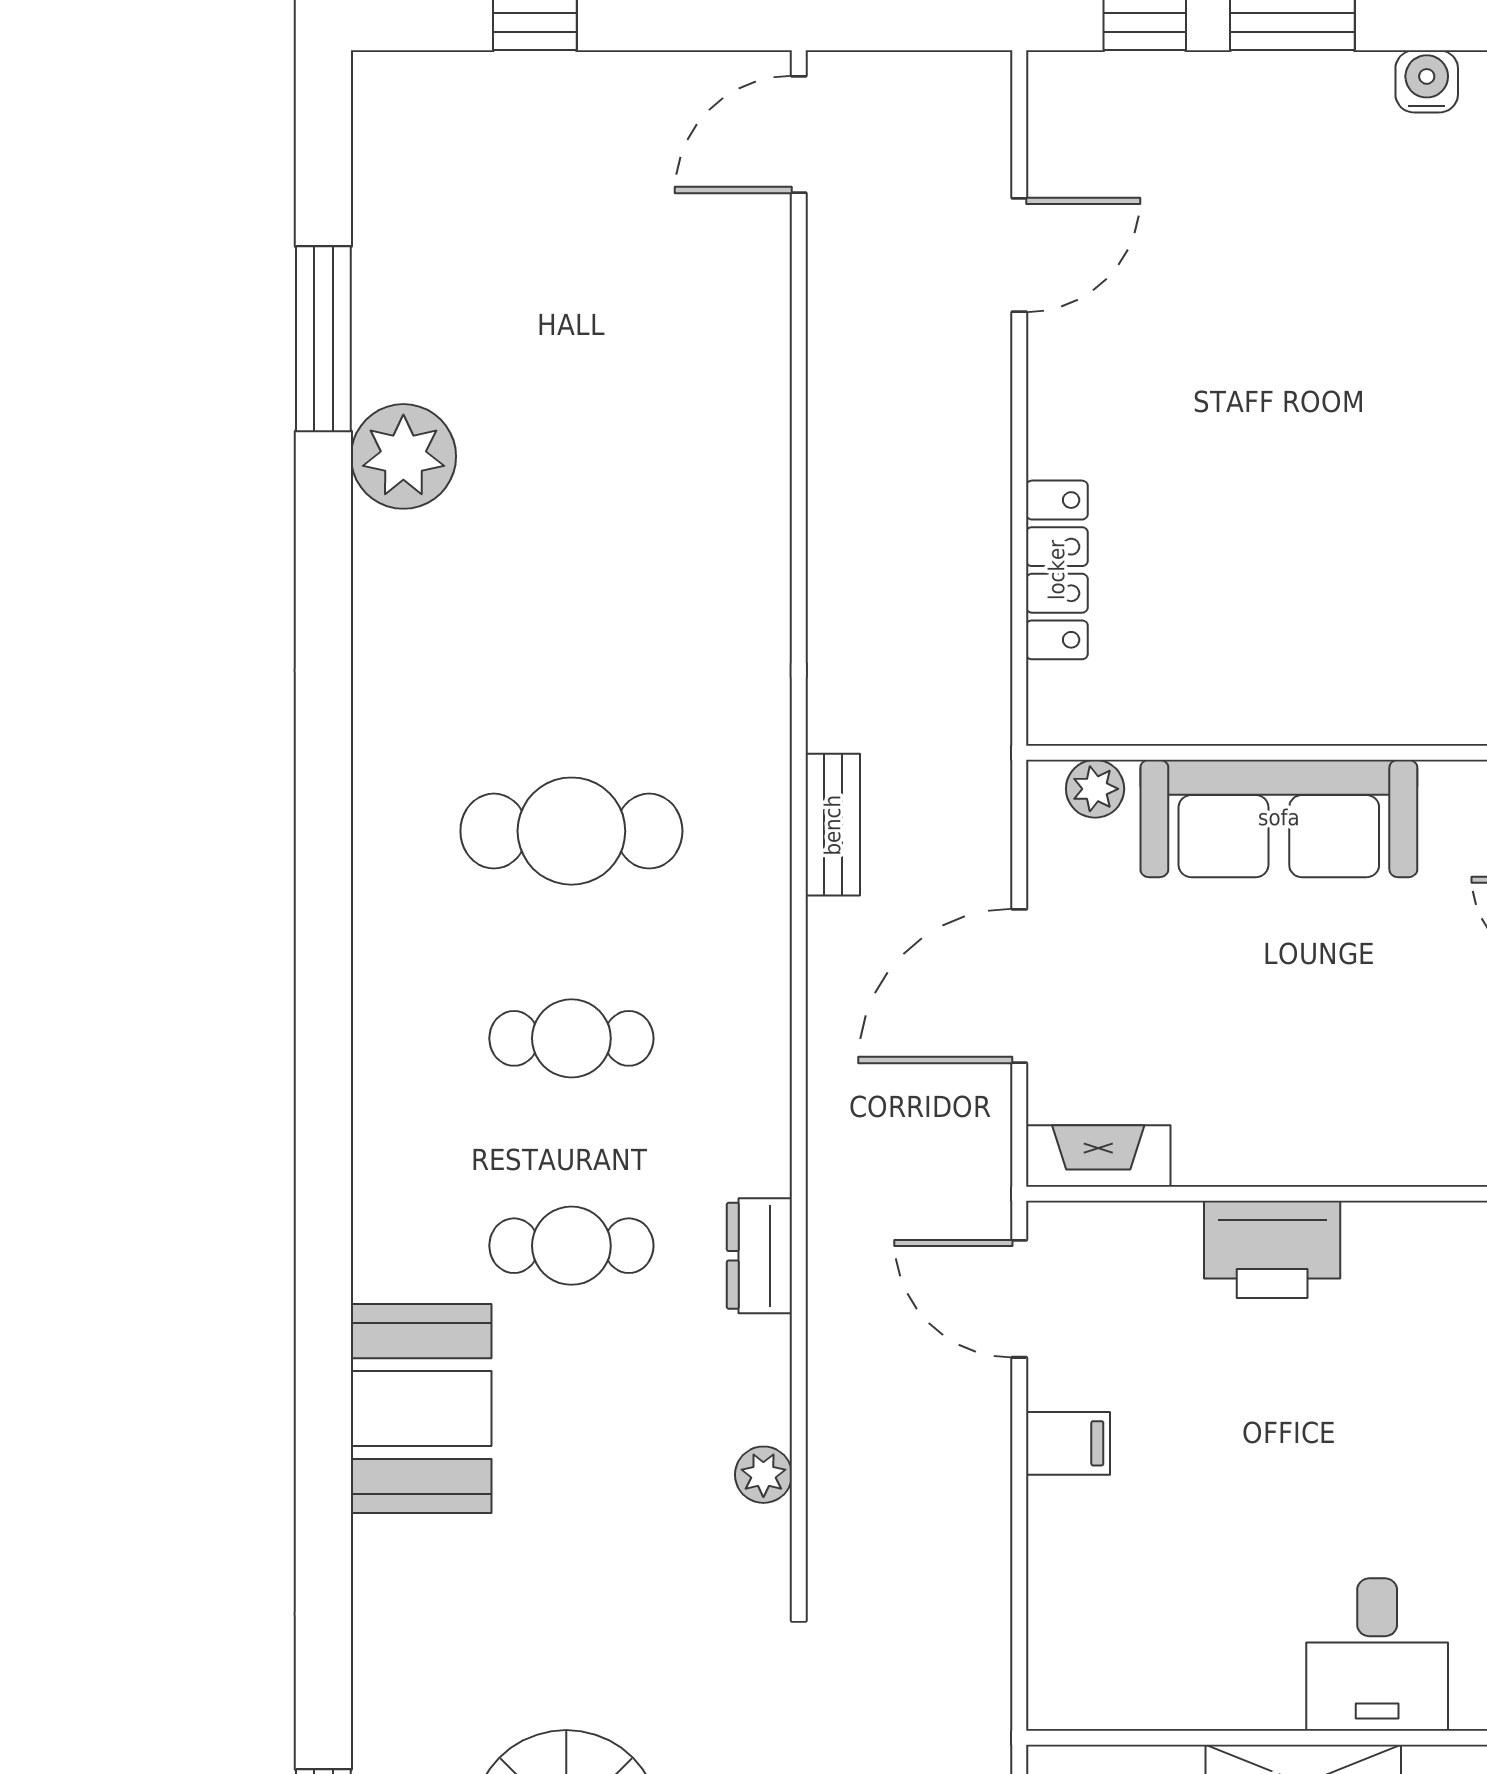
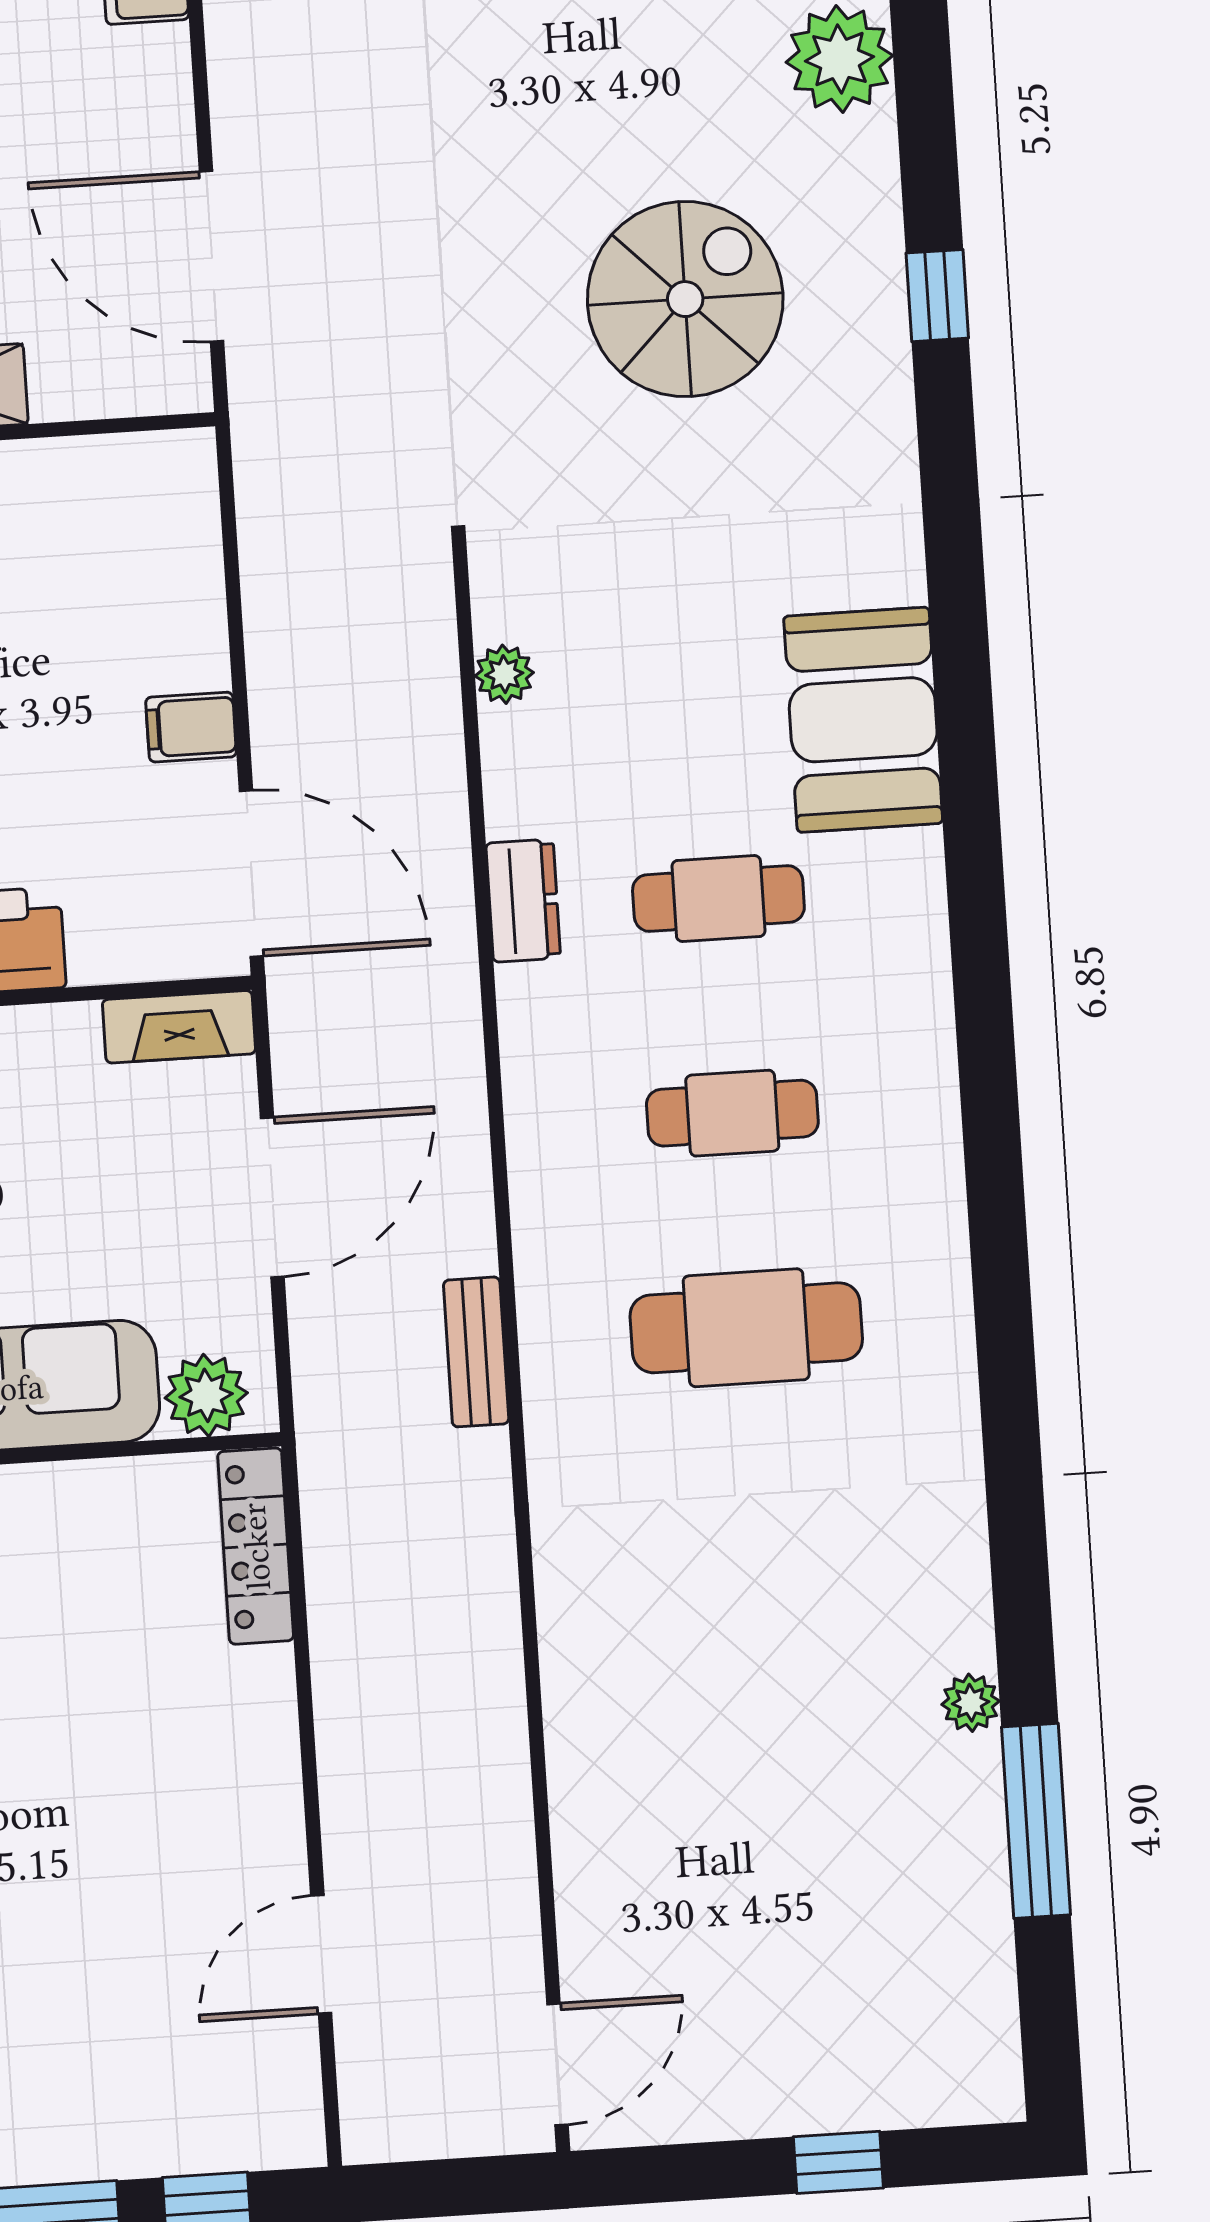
plant: (403, 456) -> (971, 1703), width x0.53, depth x0.53
locker: (1057, 570) -> (256, 1546), moved
plant: (1095, 789) -> (206, 1395), width x1.38, depth x1.38
door: (1019, 1299) -> (251, 873), width x1.36

